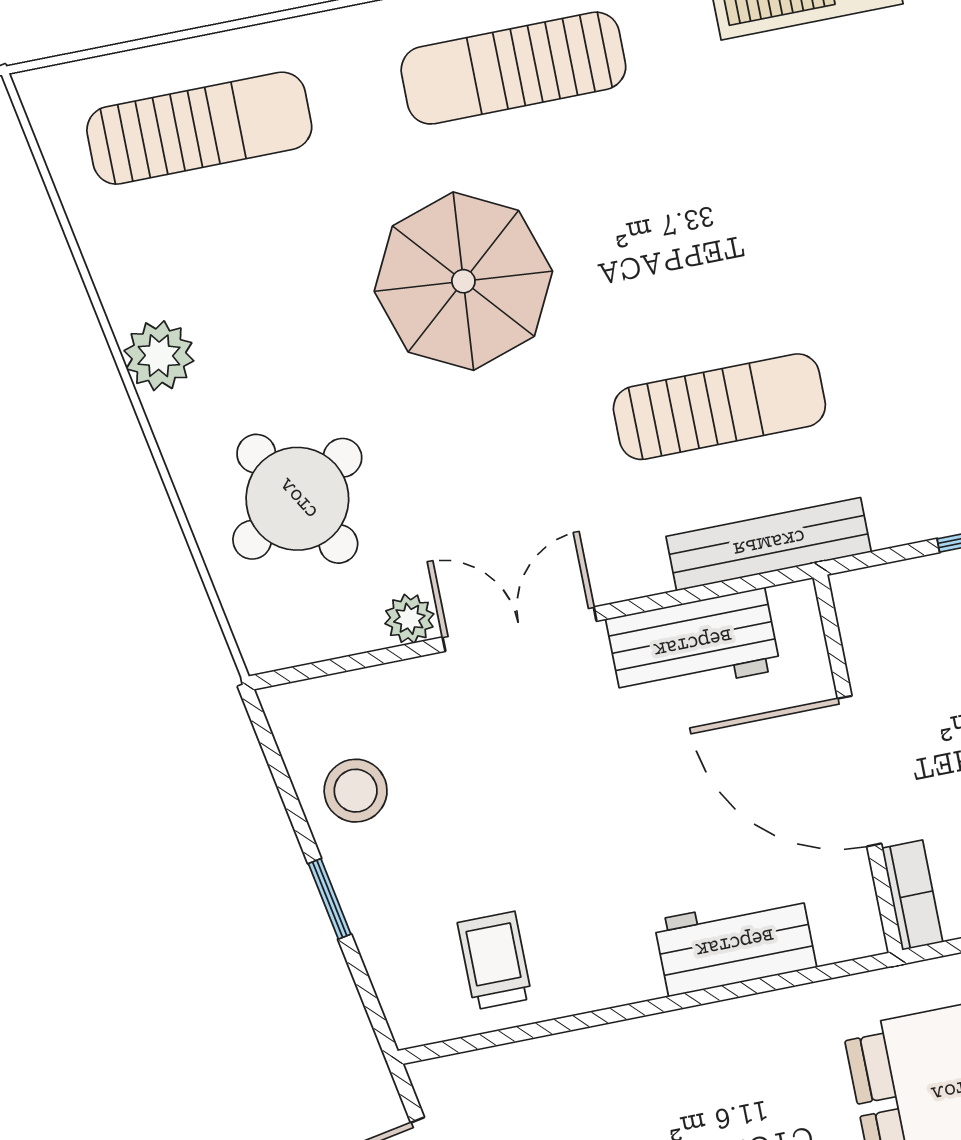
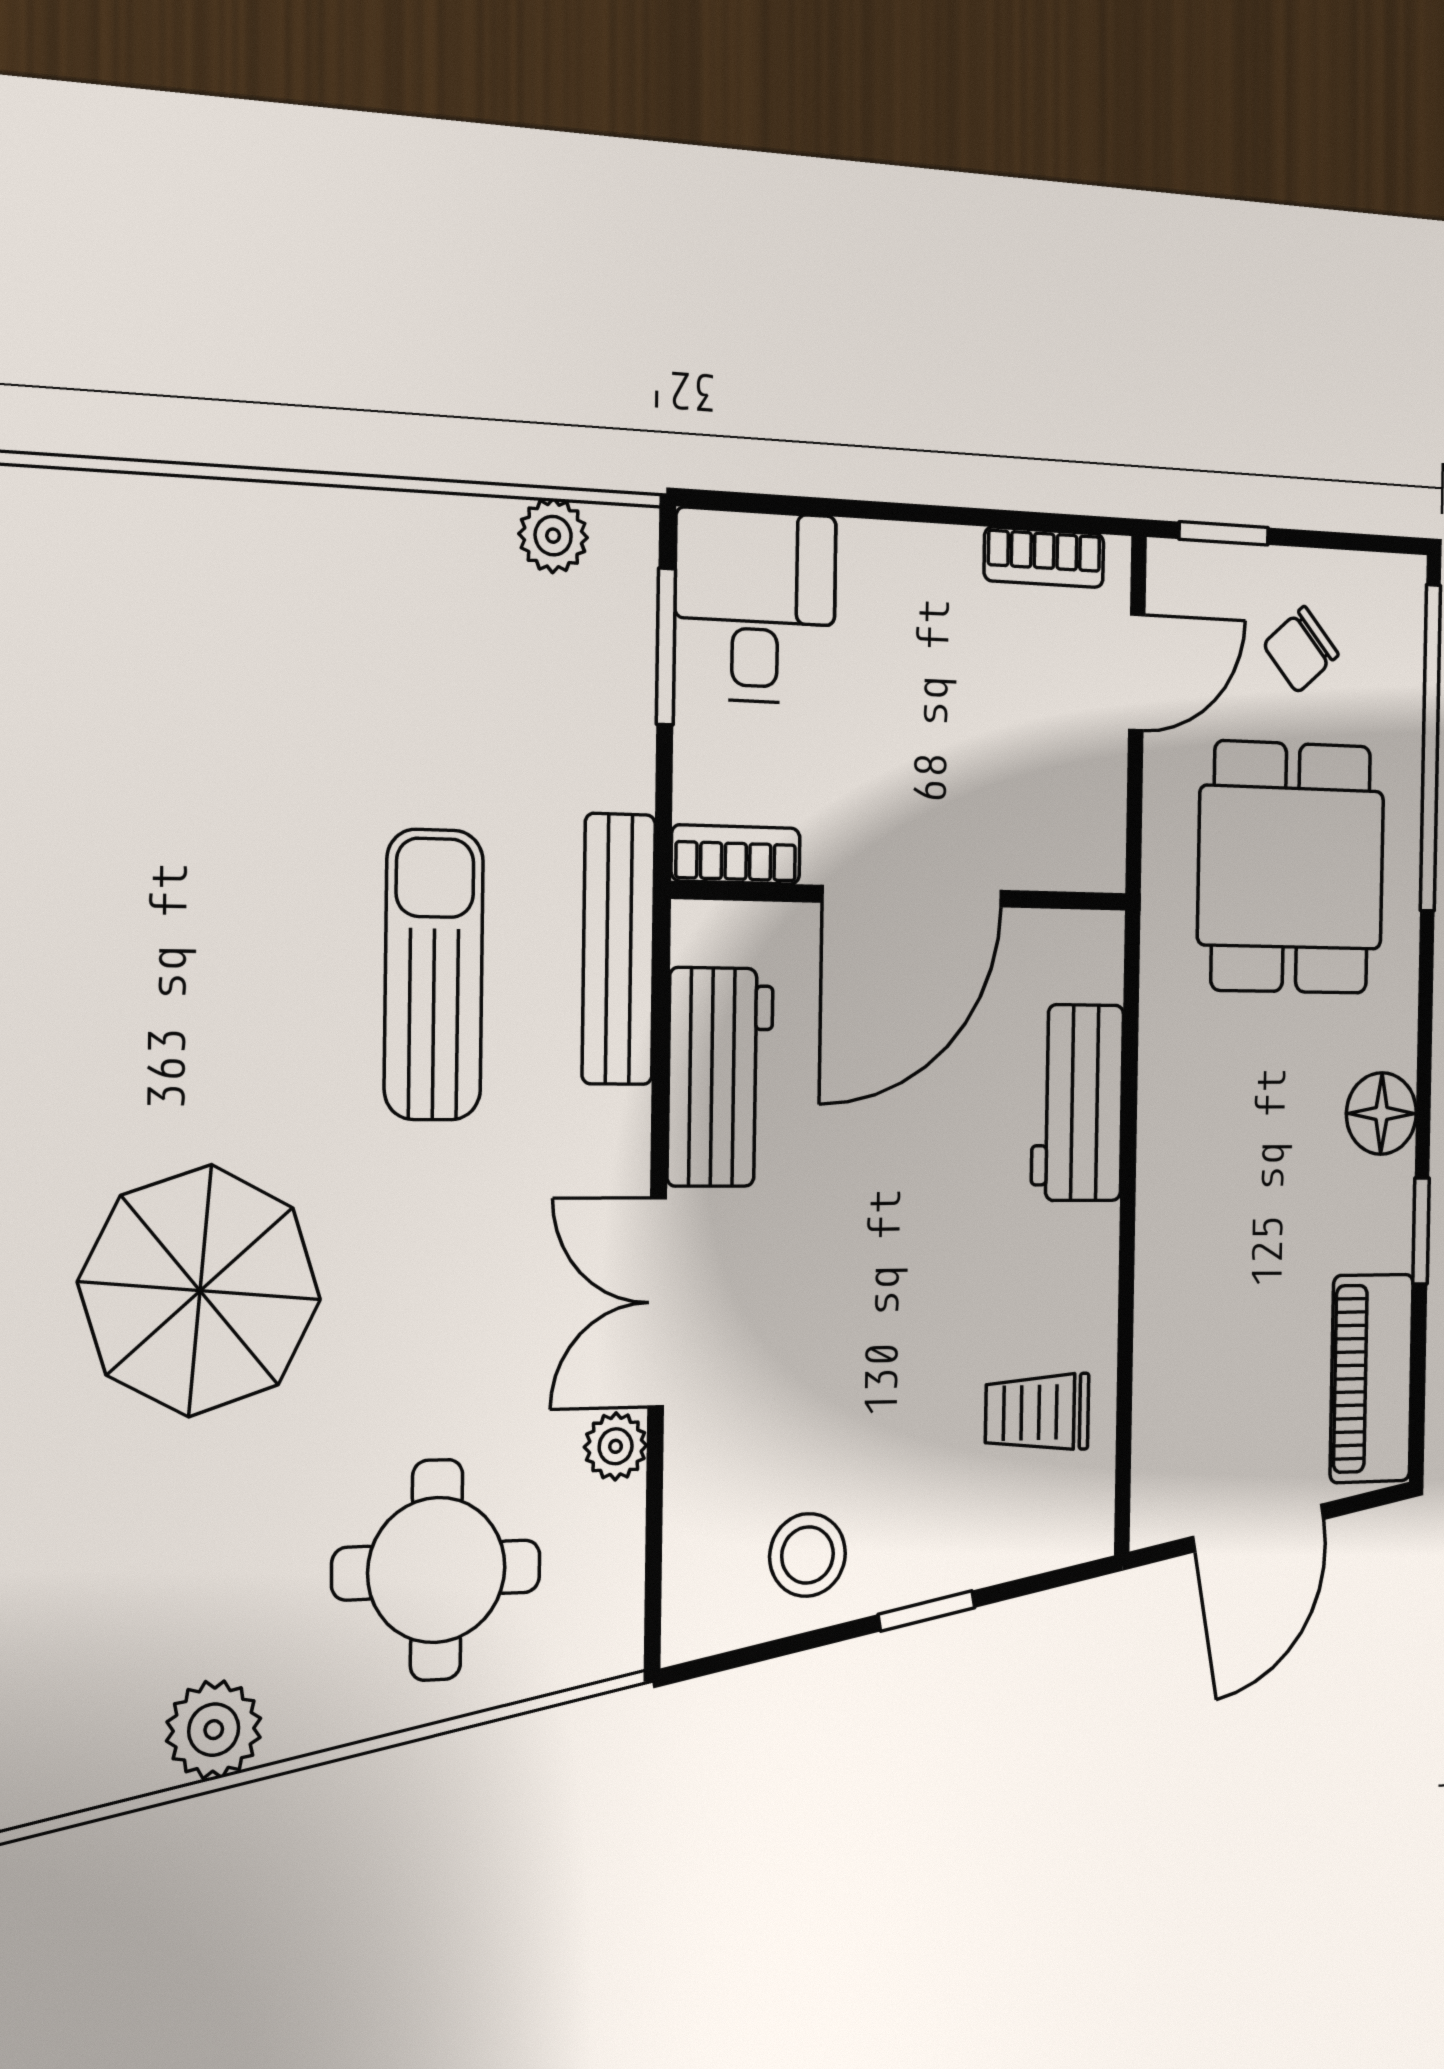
round table: (297, 499) -> (437, 1570), turned 31
bookcase: (912, 895) -> (736, 854), moved

